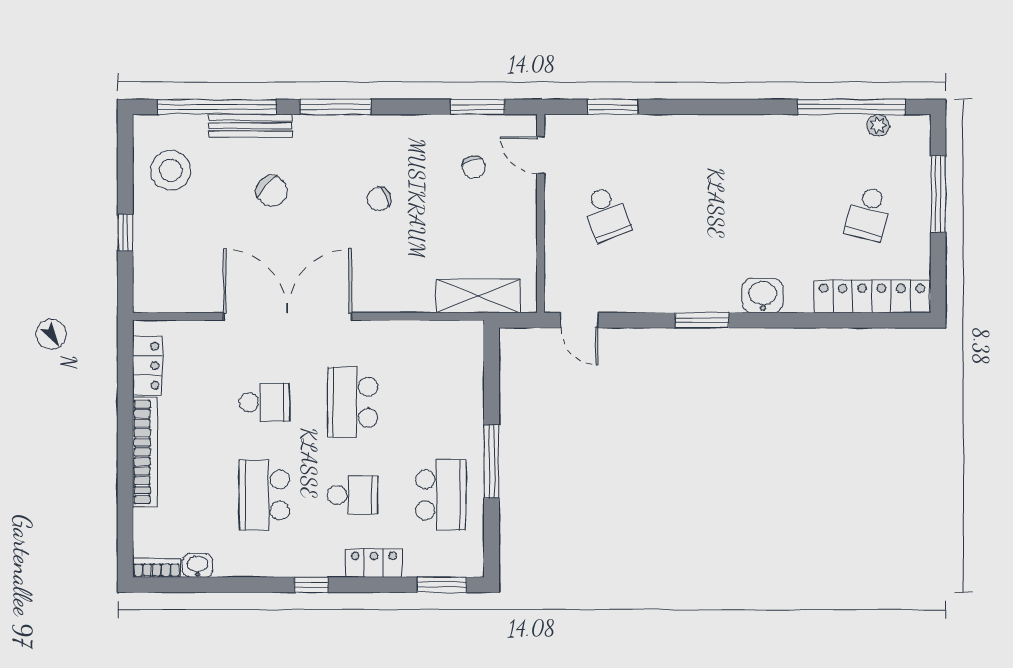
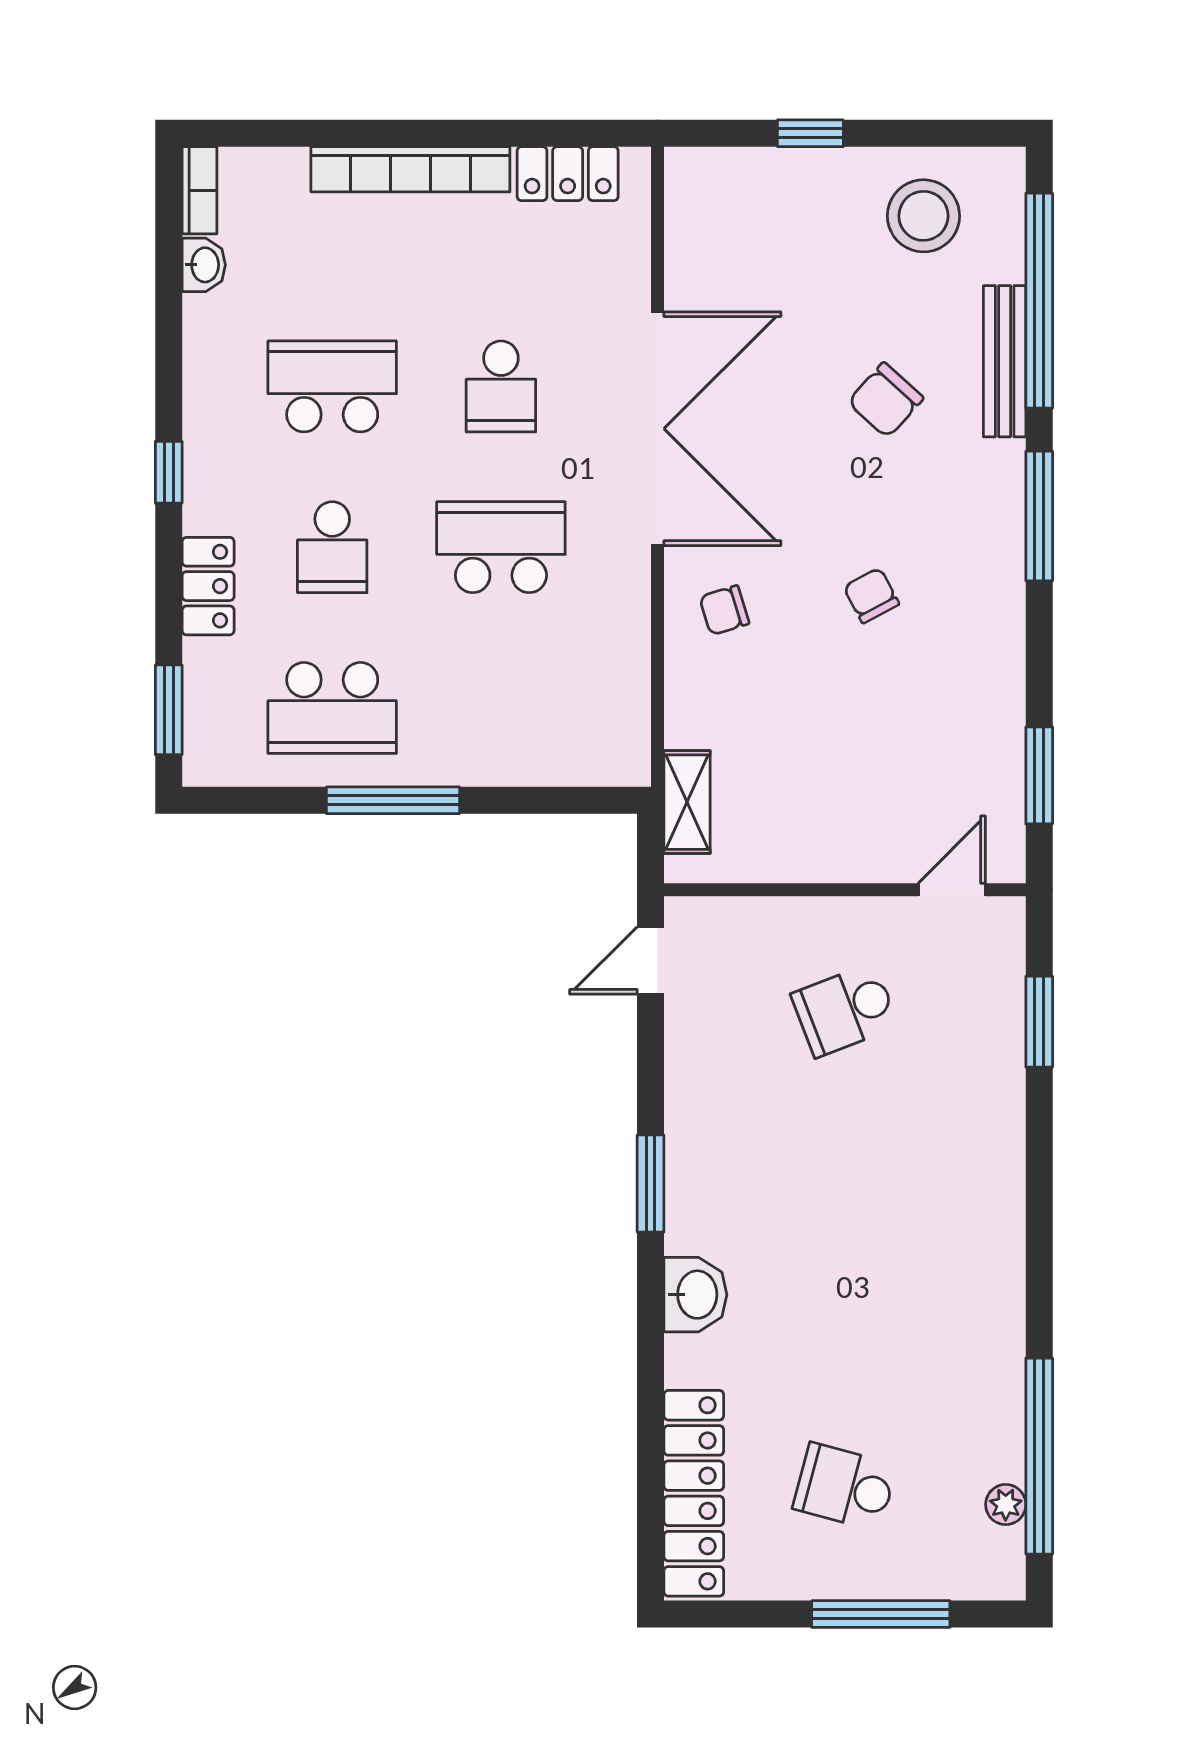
chair: (474, 167) -> (724, 610), moved
shelving: (478, 296) -> (687, 802), width x0.67, depth x0.75

